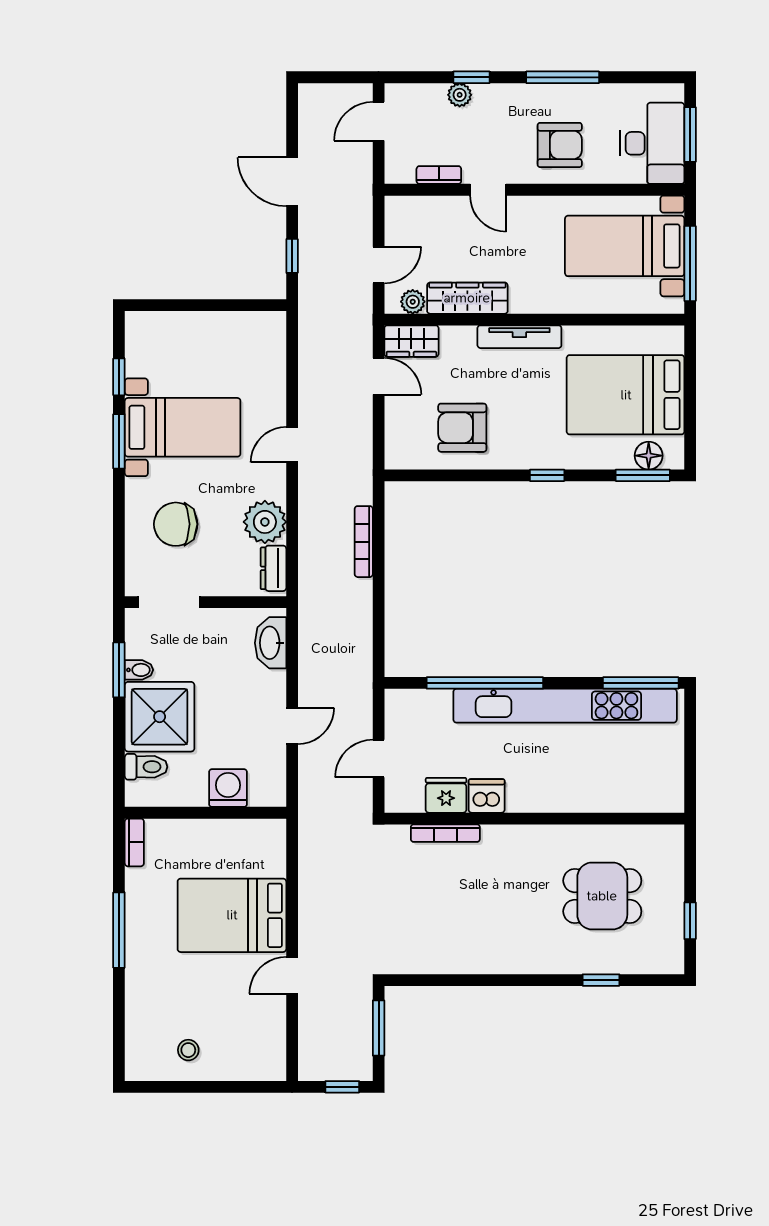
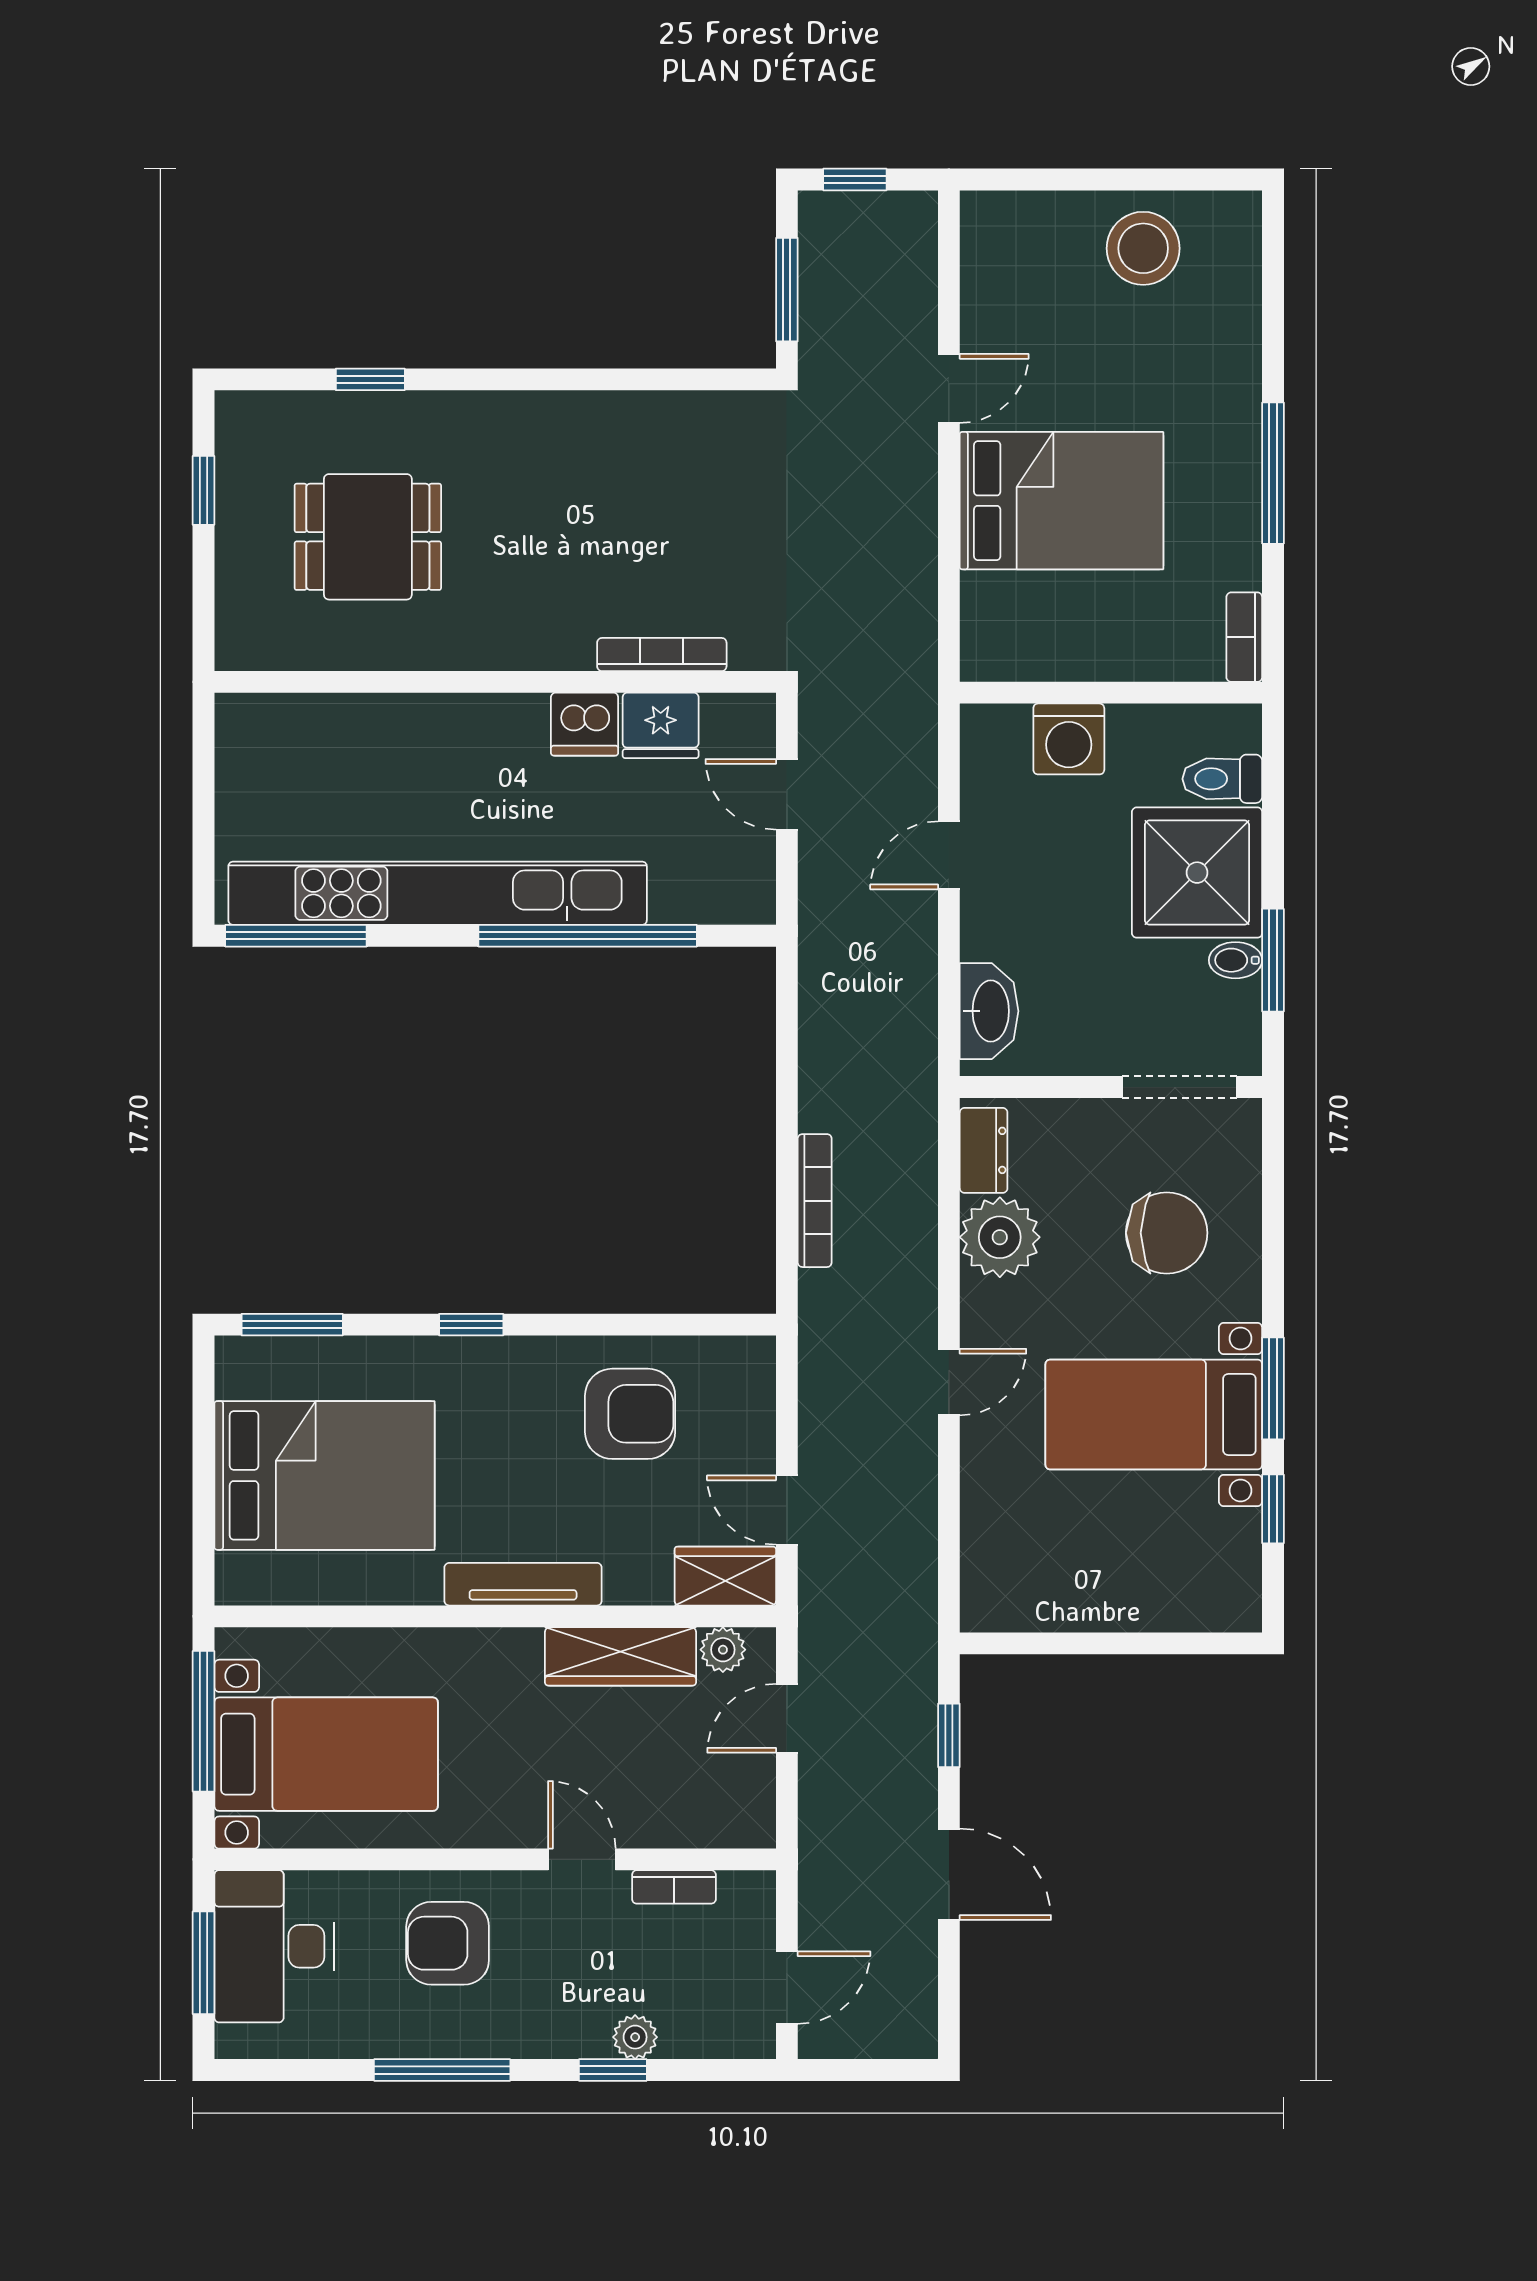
floor lamp: (649, 456) -> (281, 1362), removed
door: (379, 758) -> (787, 794), swing flipped
stool: (188, 1050) -> (1143, 248), width x1.89, depth x1.89

